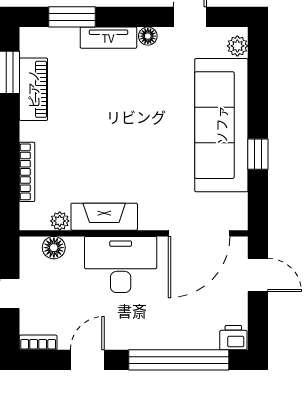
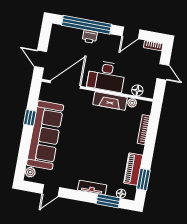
floor lamp: (148, 36) -> (121, 194), moved
printer: (233, 338) -> (90, 37), moved

